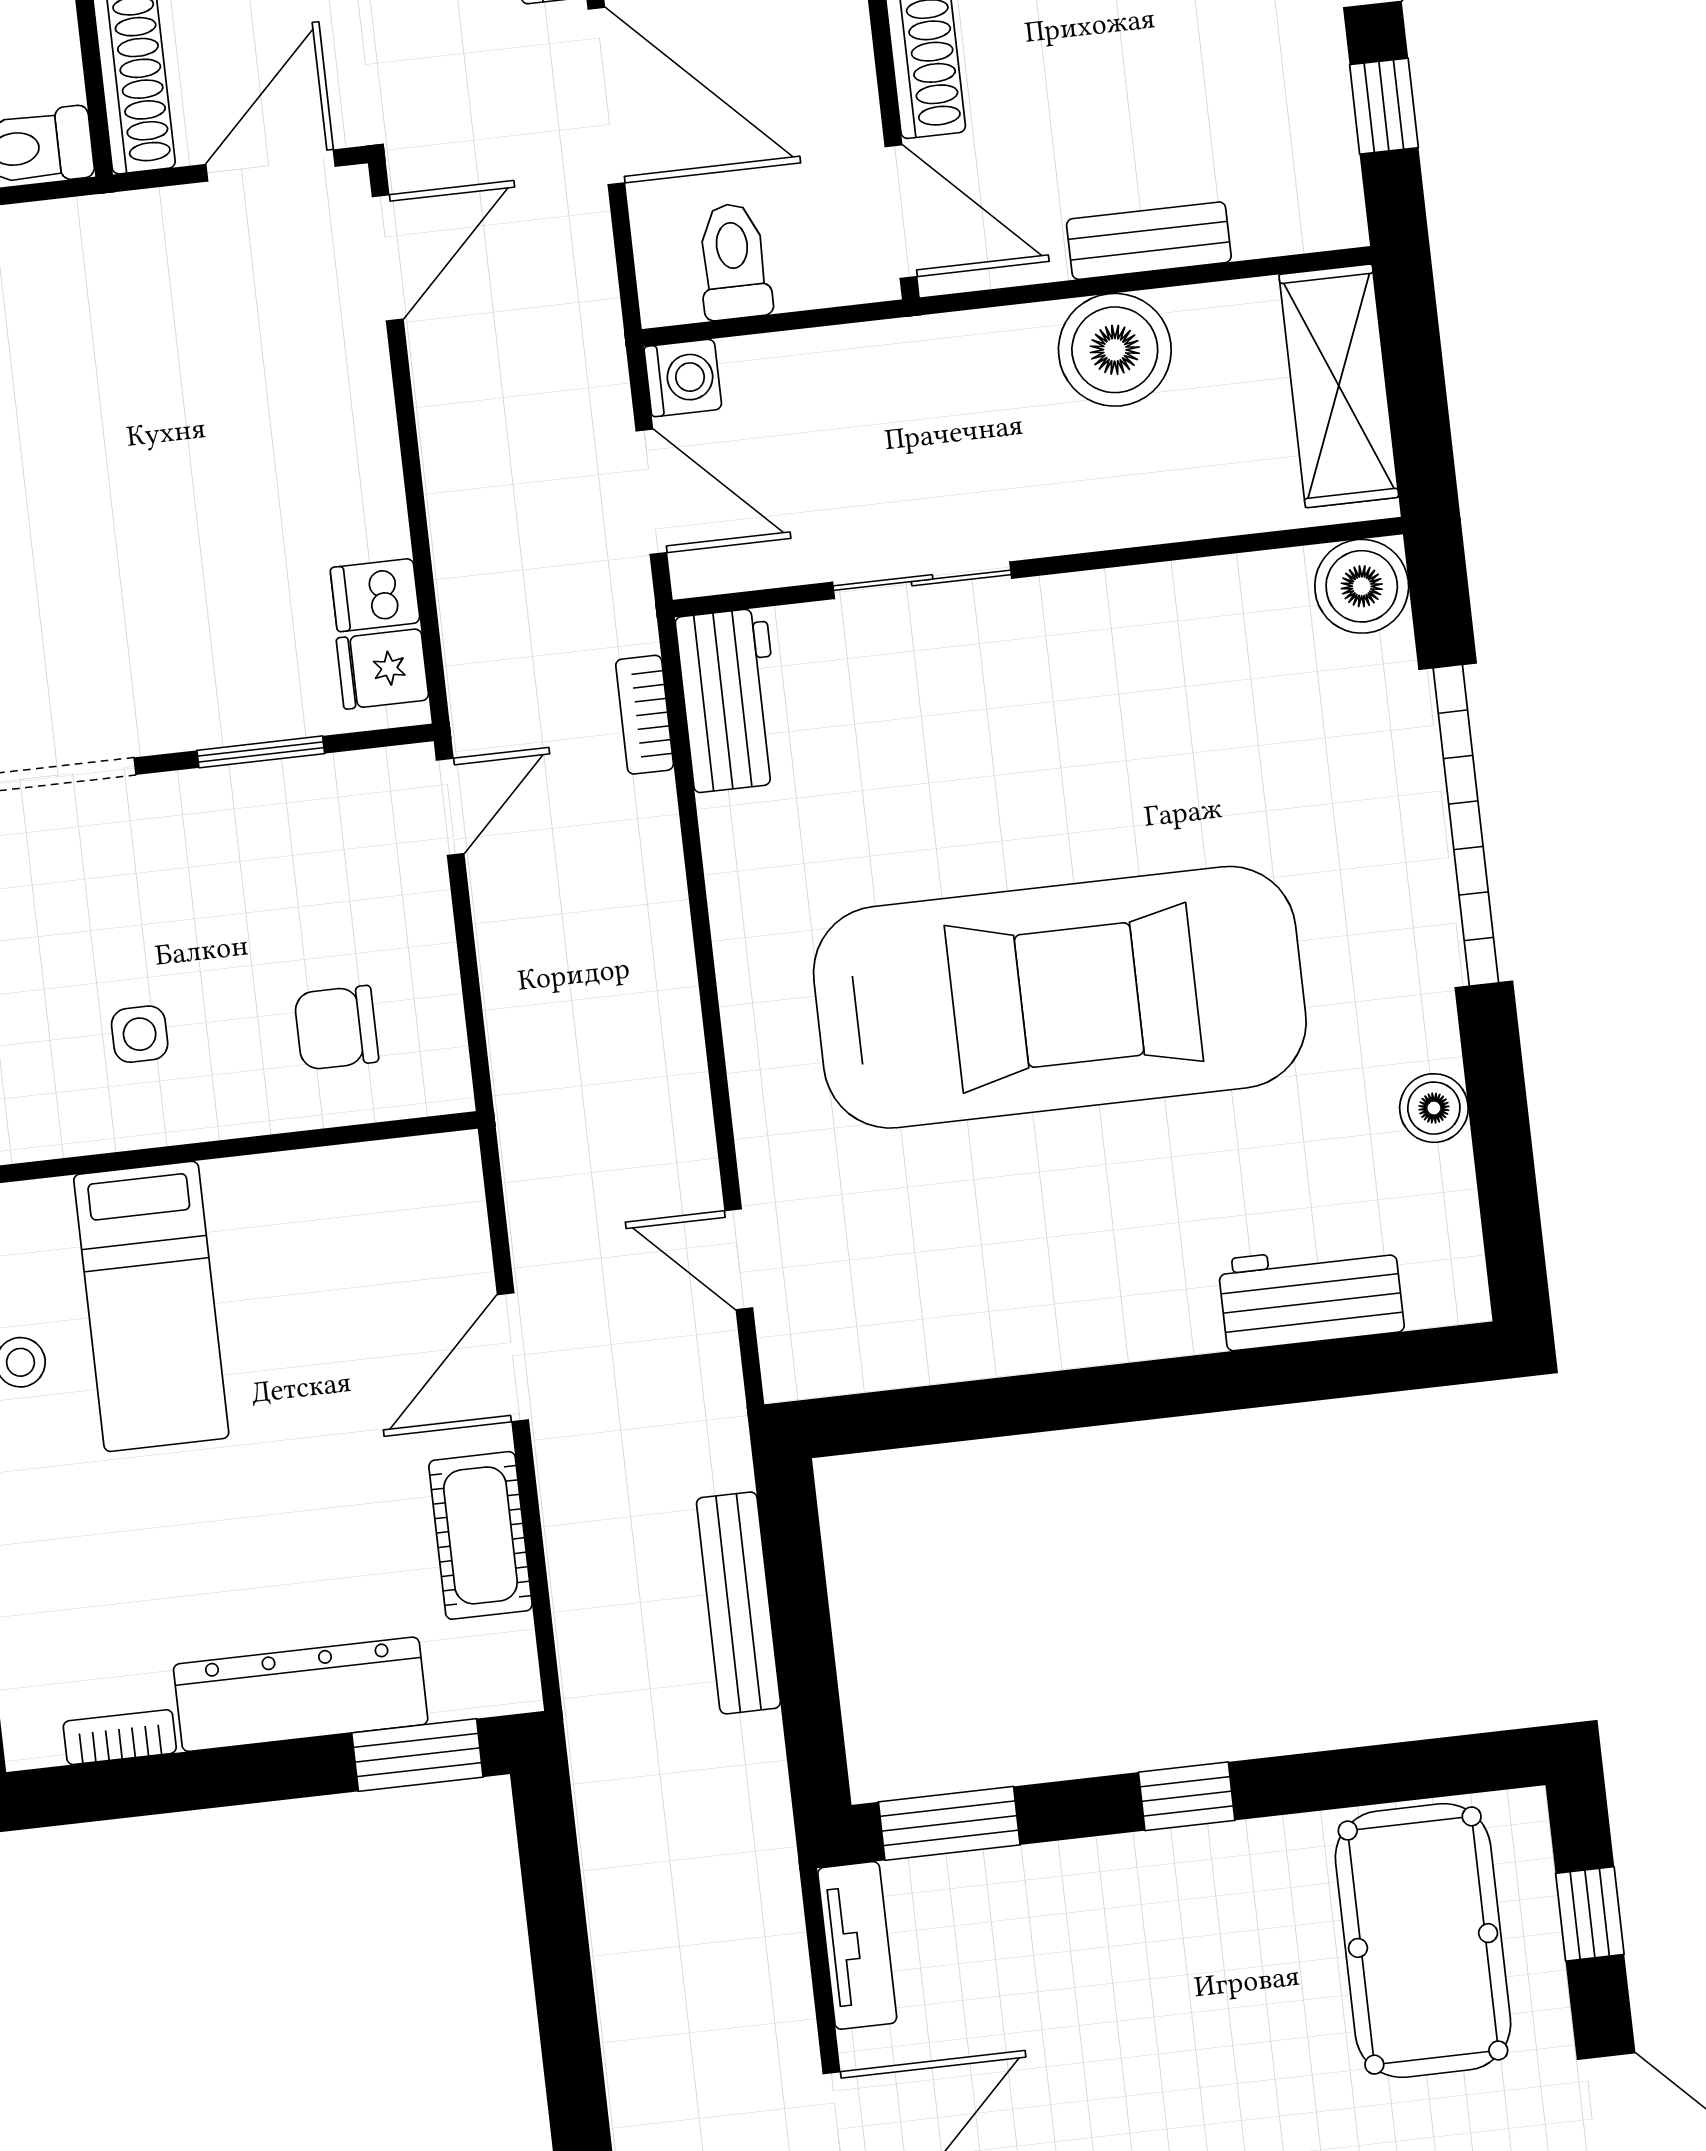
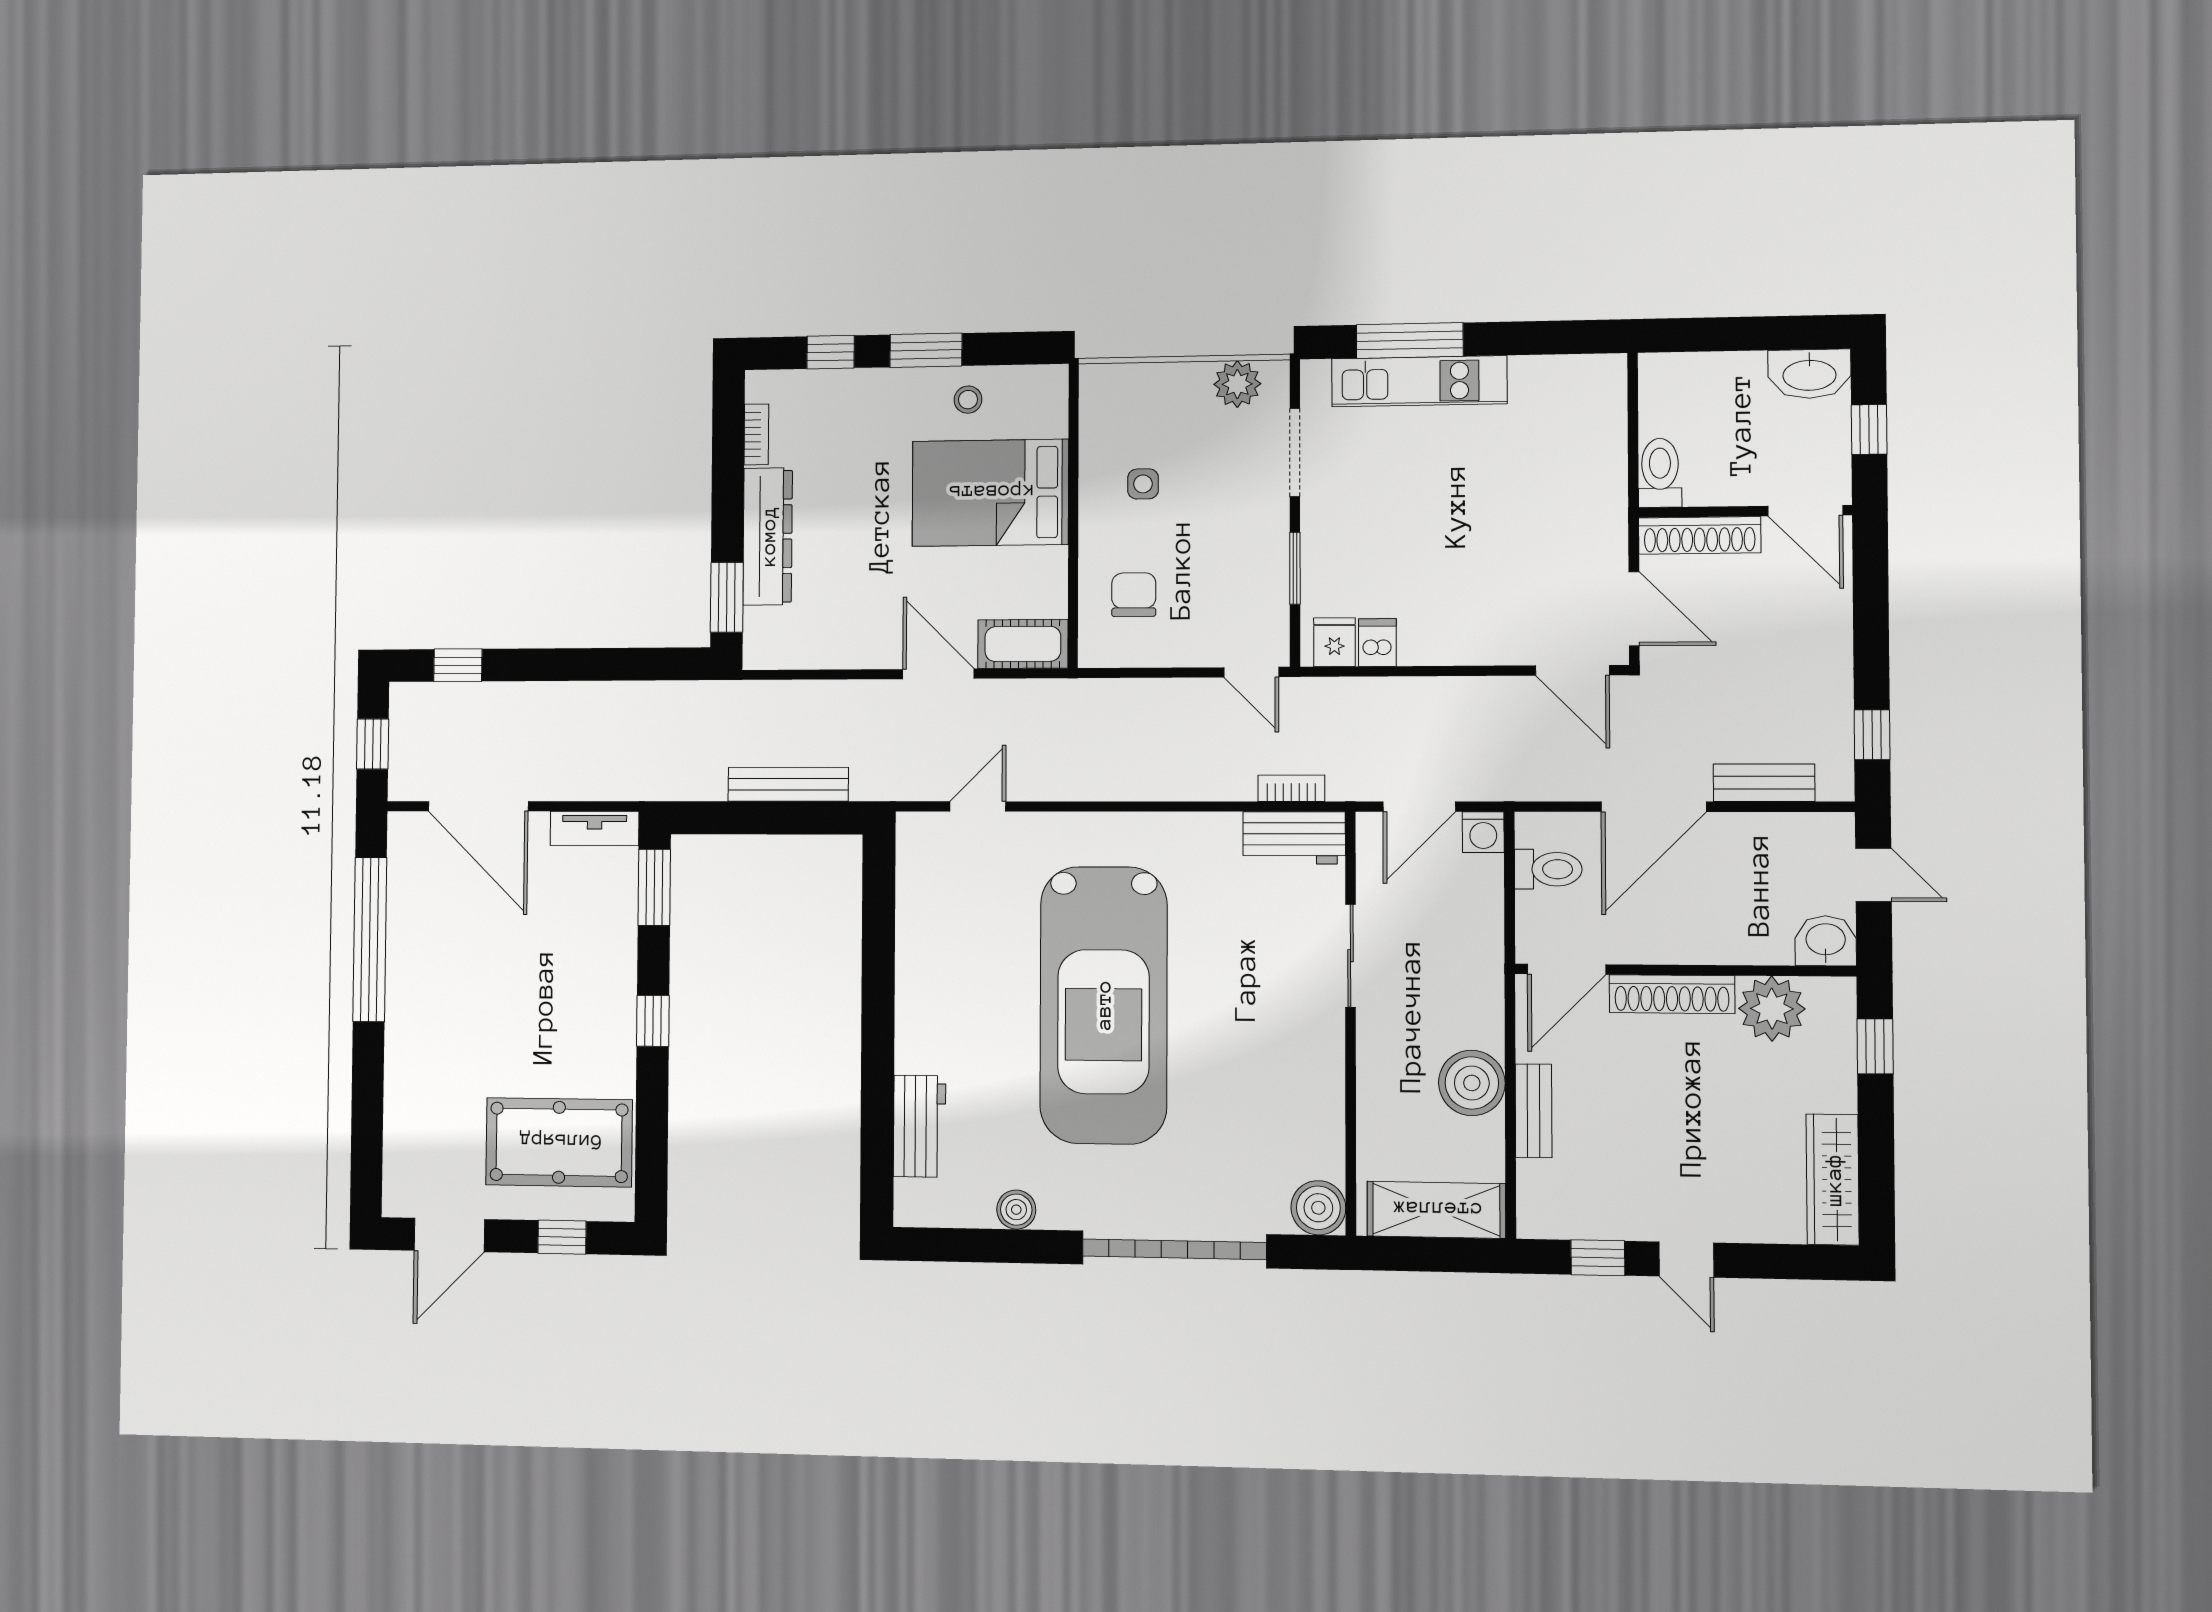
bed: (151, 1306) -> (990, 493), width x1.50
cot: (480, 1535) -> (1023, 644), moved

